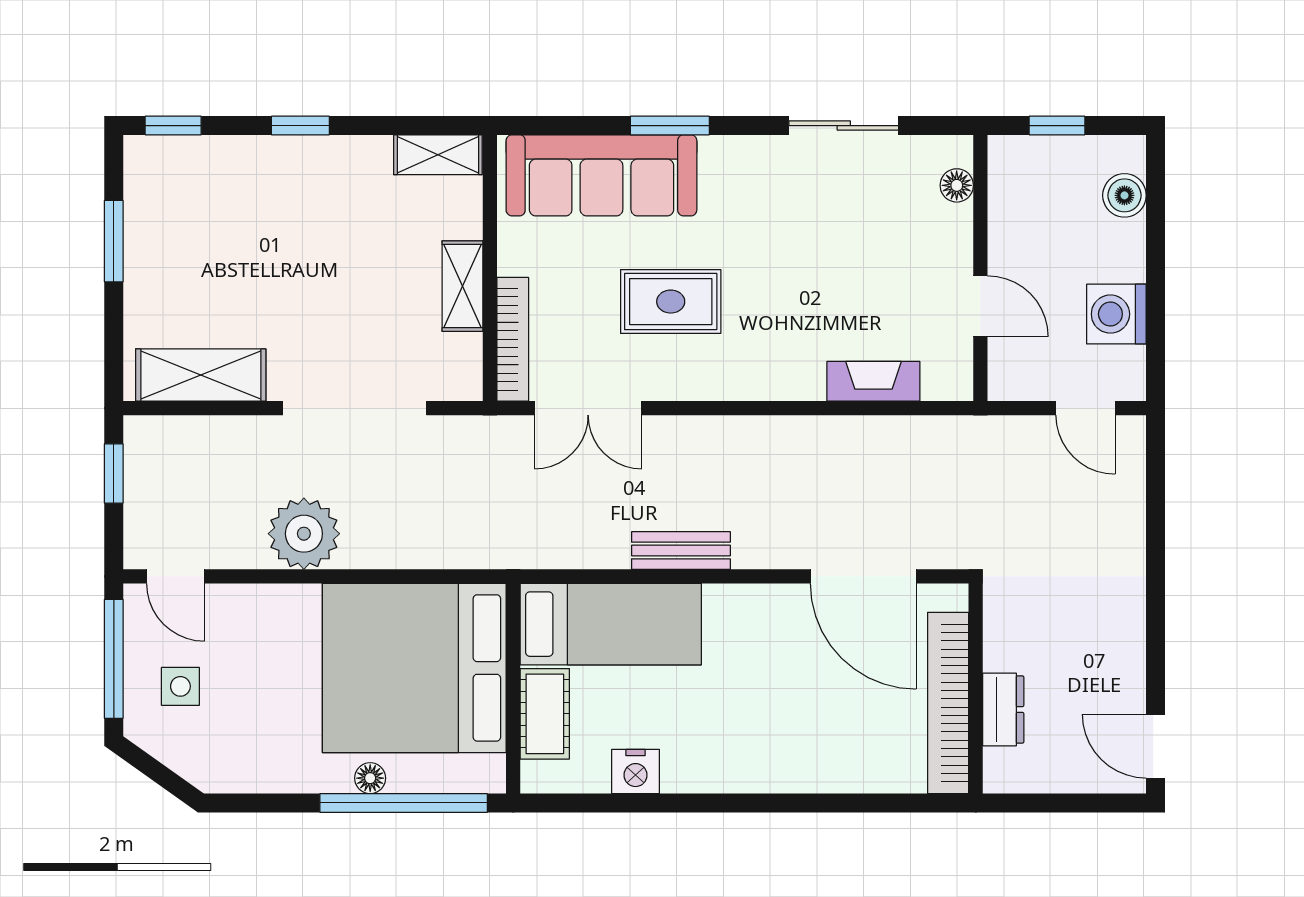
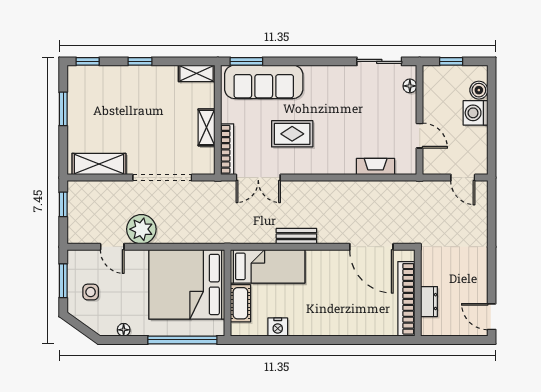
window: (670, 126) -> (246, 61), moved
sliding door: (844, 126) -> (379, 61), moved
washing machine: (1116, 314) -> (475, 113), moved
door: (176, 576) -> (112, 247), moved
window: (114, 659) -> (63, 281), width x0.69
floor lamp: (370, 778) -> (124, 330), moved

